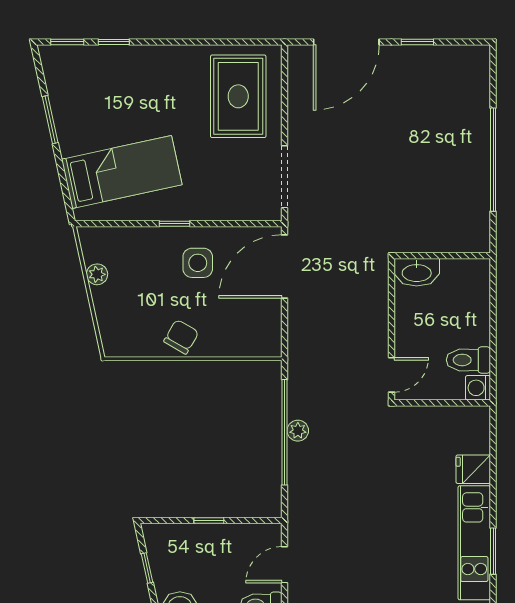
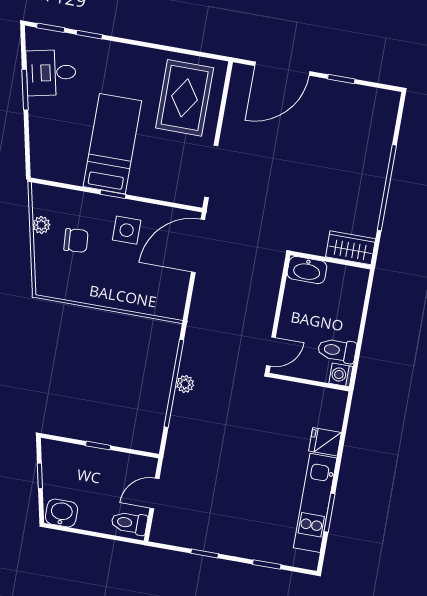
desk: (77, 94) -> (51, 73), added
bed: (122, 172) -> (112, 144), moved, turned -78
wardrobe: (463, 237) -> (351, 248), added
chair: (181, 337) -> (76, 240), moved, turned 56

